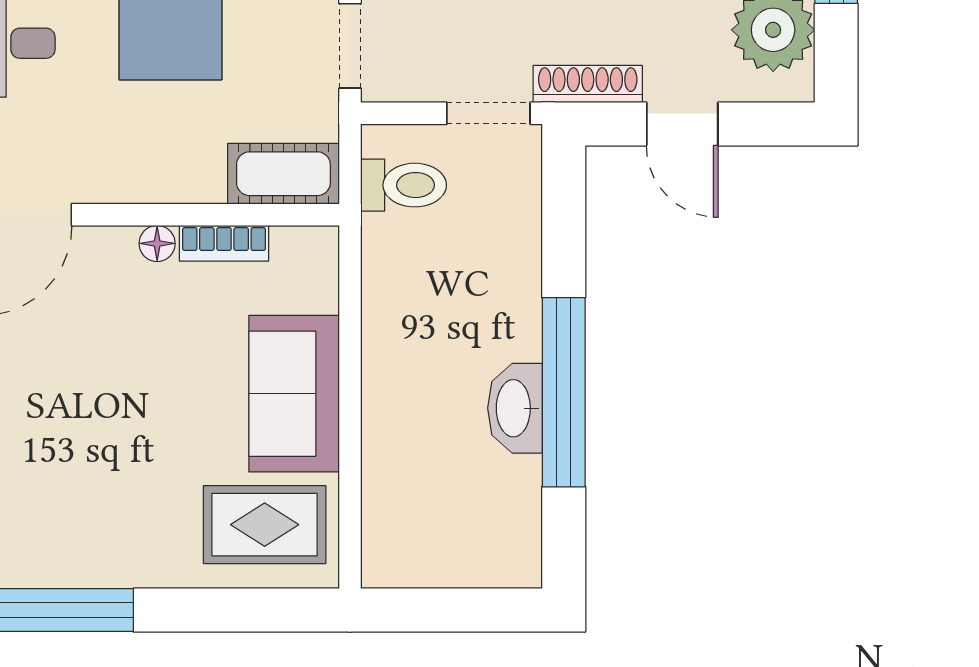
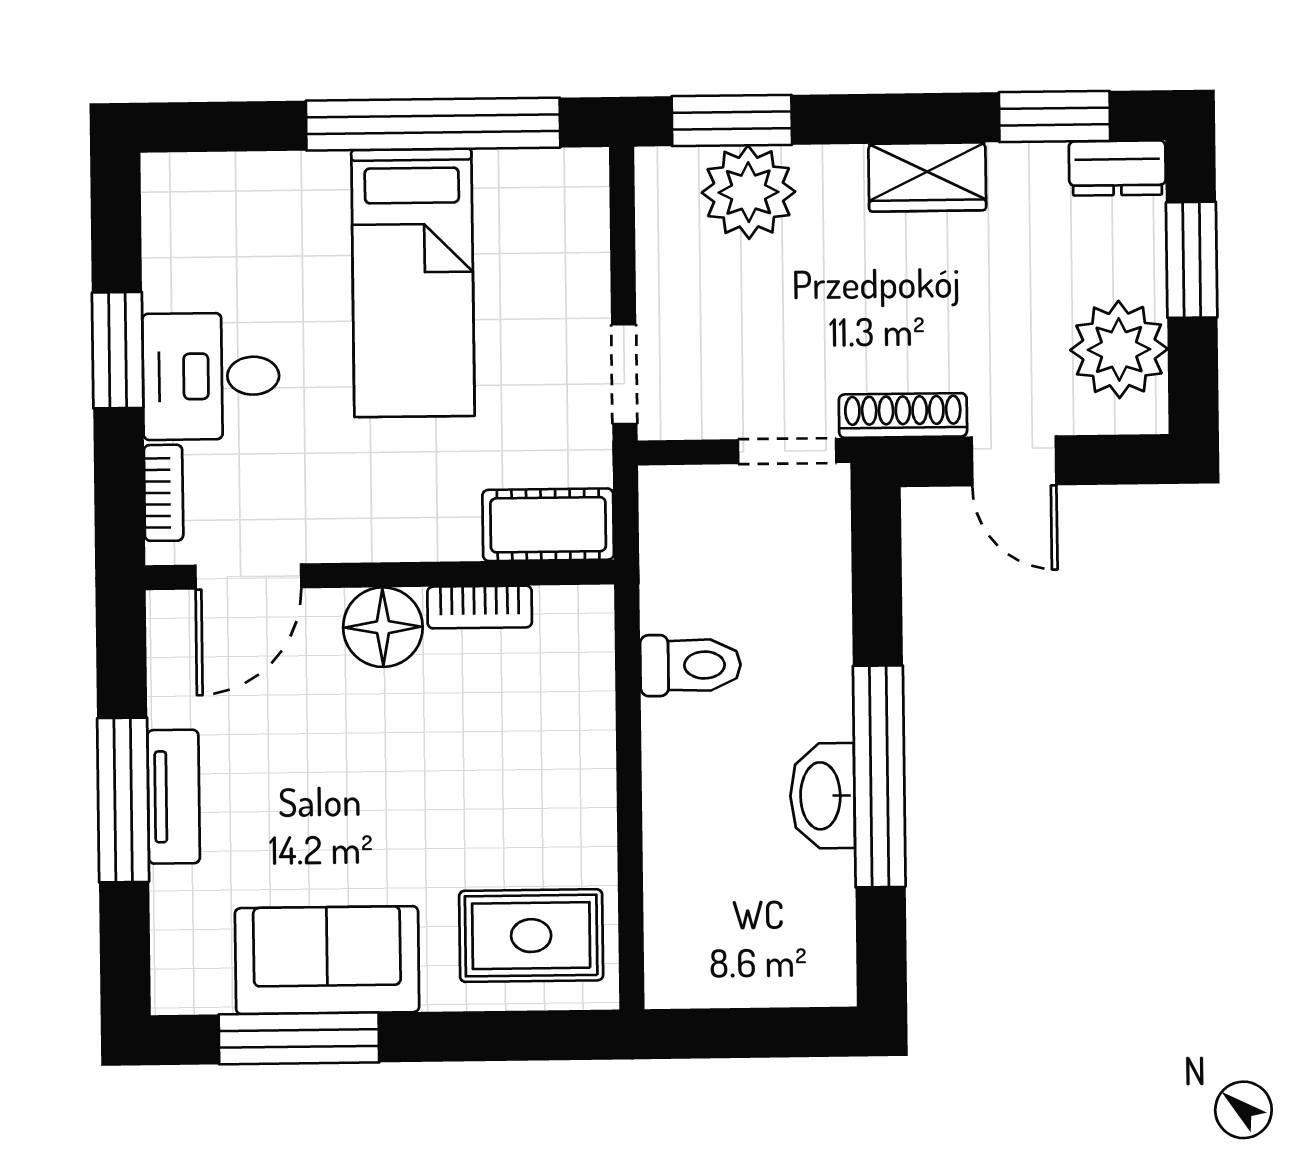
toilet: (404, 185) -> (690, 665), moved
floor lamp: (157, 243) -> (383, 627), width x1.89, depth x1.89
sofa: (294, 394) -> (327, 960), moved, turned 90

